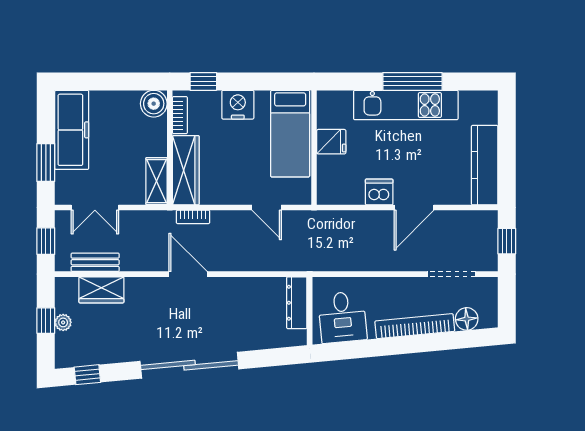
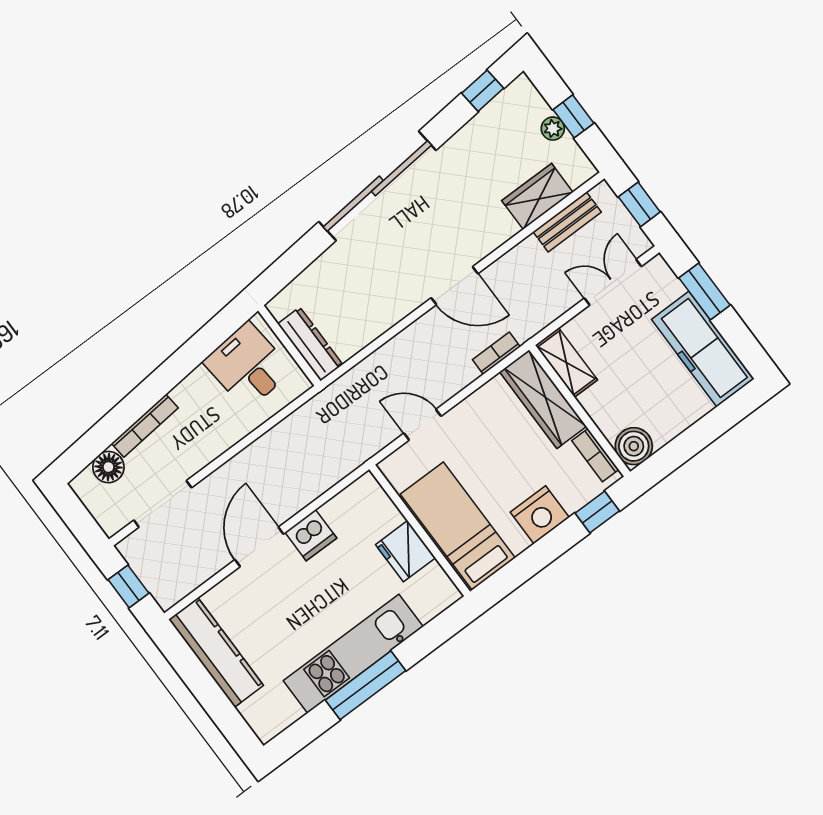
fridge: (331, 142) -> (406, 551), width x1.38
bookcase: (415, 326) -> (145, 426), width x0.68, depth x0.76

